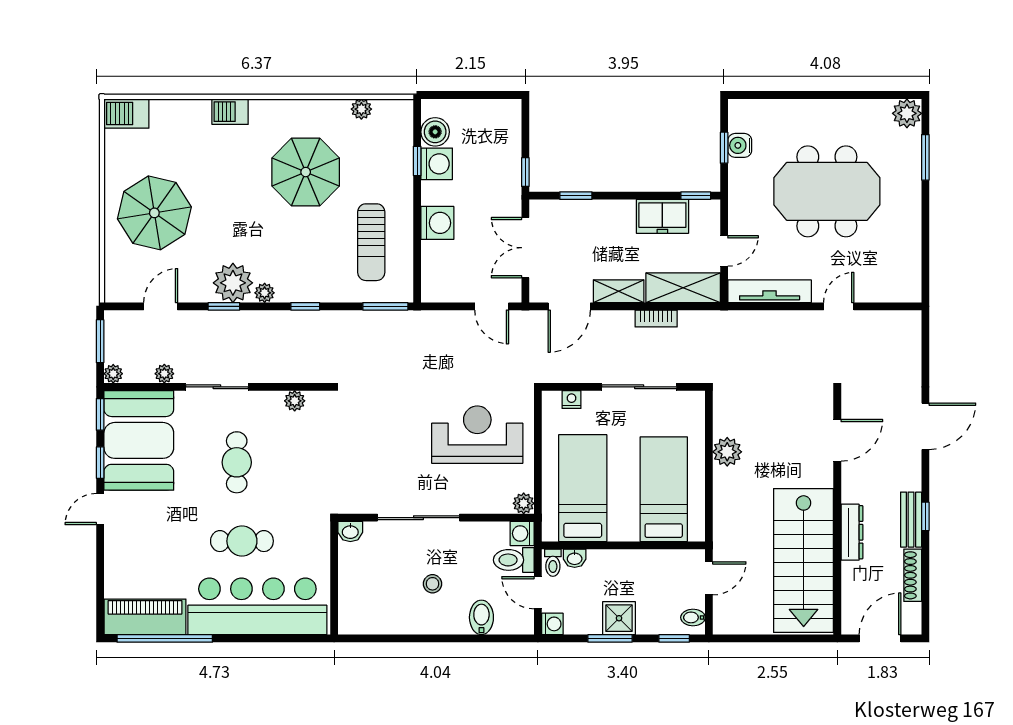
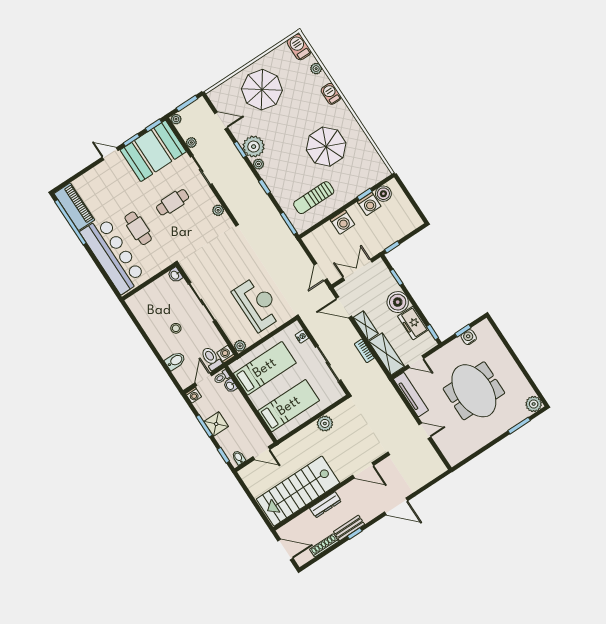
plant: (361, 109) -> (316, 69), moved
boiler: (615, 219) -> (398, 302), added

